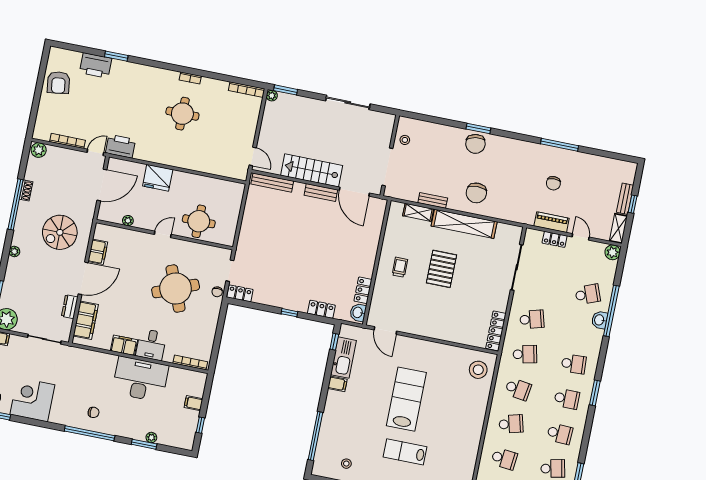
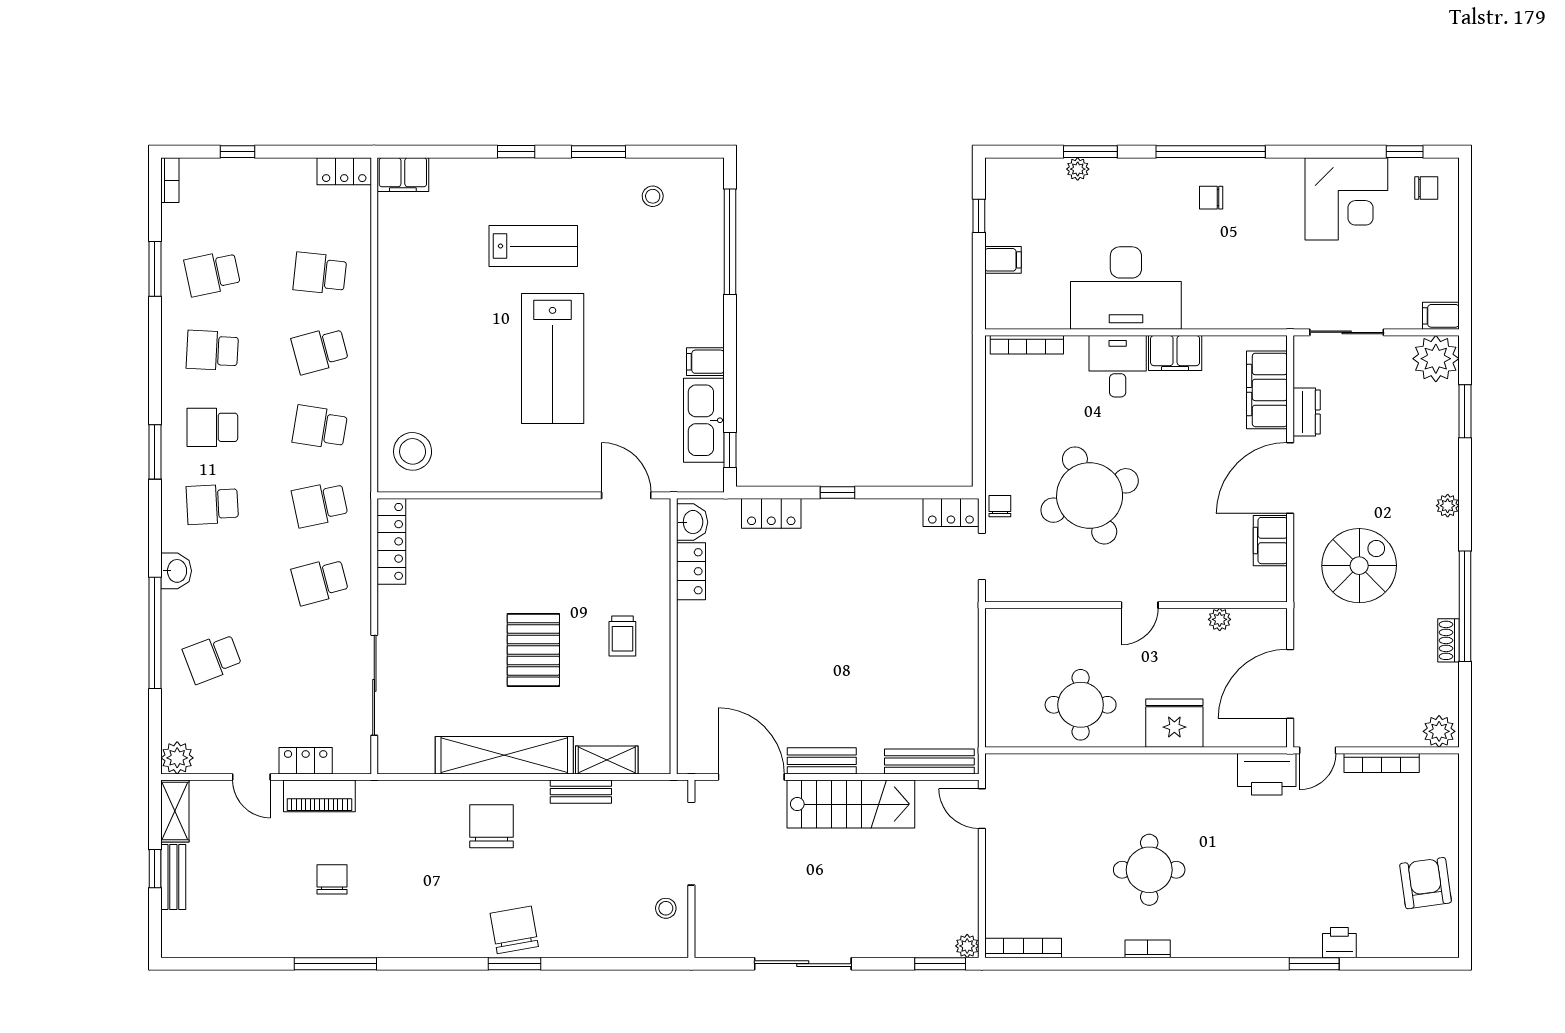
printer: (96, 65) -> (1339, 943), width x0.53, depth x0.68
round table: (199, 221) -> (1081, 705), moved
washbasin: (600, 320) -> (176, 571), moved

